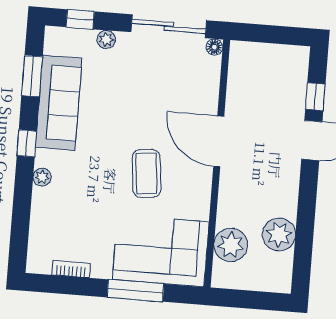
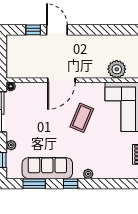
coffee table: (146, 173) -> (82, 118), turned -61
plant: (279, 234) -> (109, 44), removed

